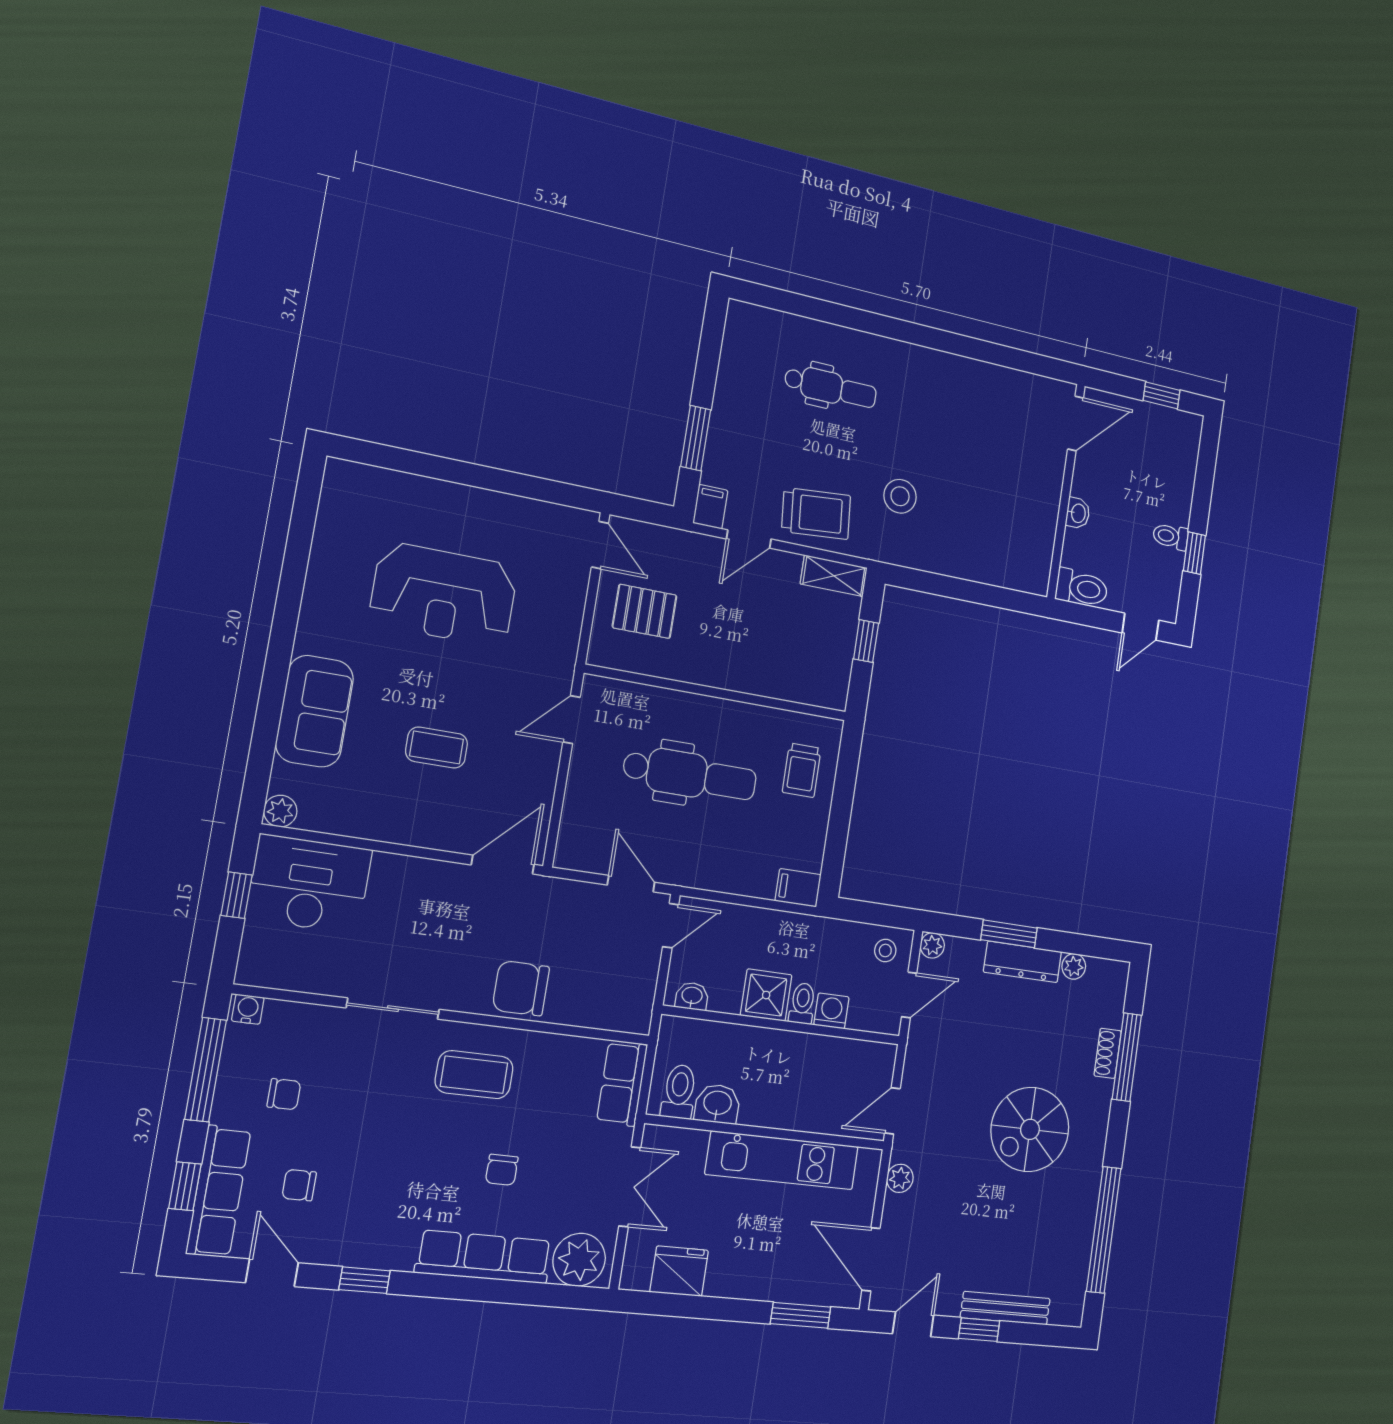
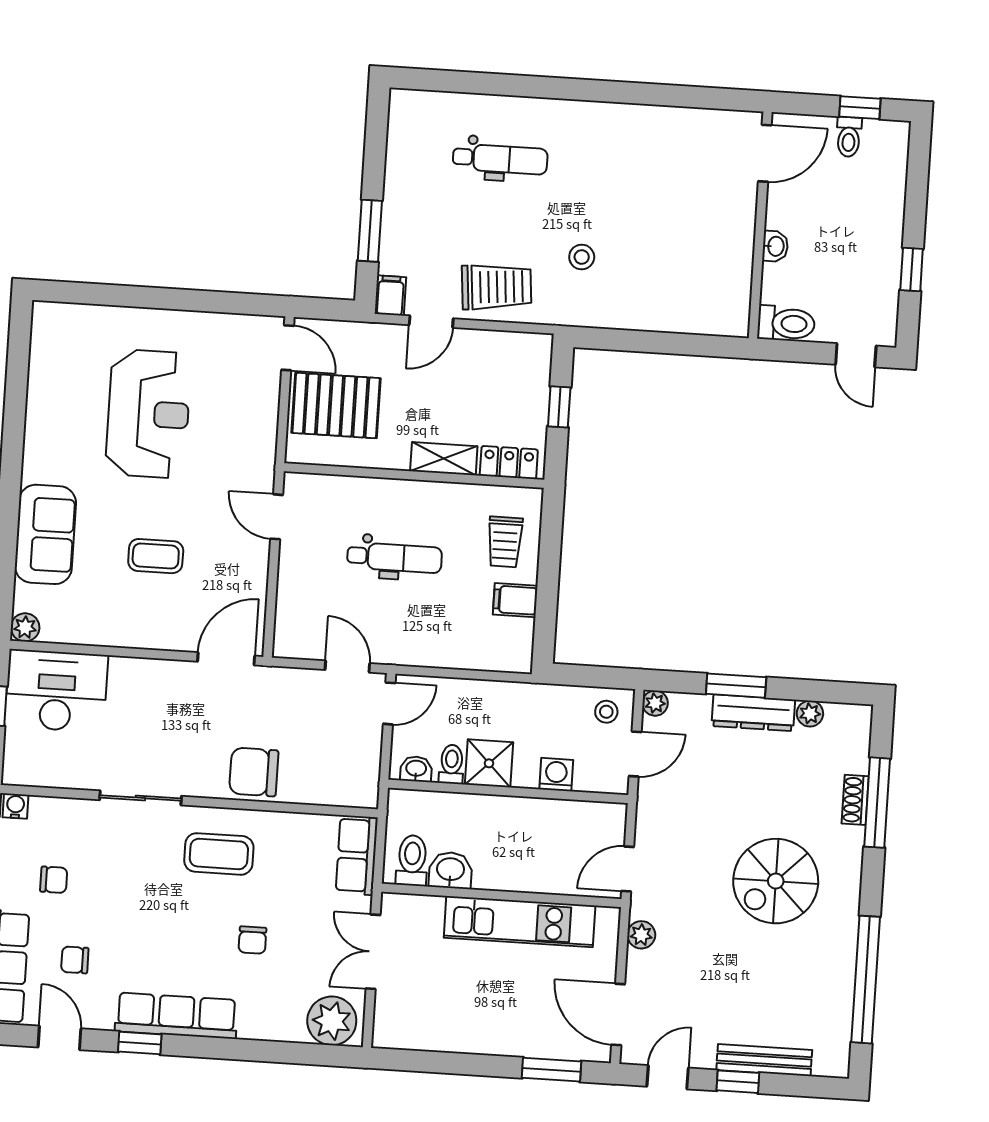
stool: (900, 496) -> (582, 257), width x0.73, depth x0.73
toilet: (1171, 536) -> (849, 137), moved, turned -90
shelving: (834, 576) -> (444, 459), moved
reception desk: (444, 595) -> (148, 414), turned -90
pallet: (645, 611) -> (336, 406), width x1.50, depth x1.42
door: (1140, 627) -> (856, 355), hinge flipped
locker: (813, 691) -> (509, 463), added
door: (572, 720) -> (277, 517), hinge flipped
dental chair: (690, 775) -> (395, 558), width x0.73, depth x0.72
filing cabinet: (798, 888) -> (515, 600), moved
toilet: (802, 1003) -> (451, 764), moved
double door: (630, 1187) -> (373, 952), swing flipped
row of seats: (484, 1257) -> (176, 1016), moved
fridge: (679, 1271) -> (428, 1030), removed

